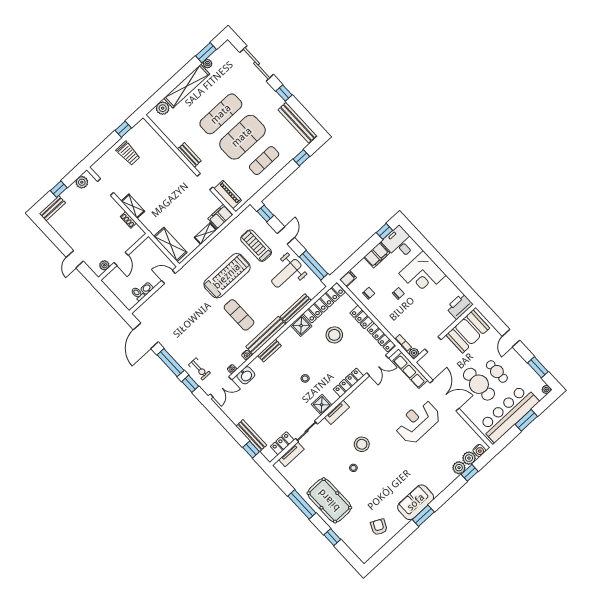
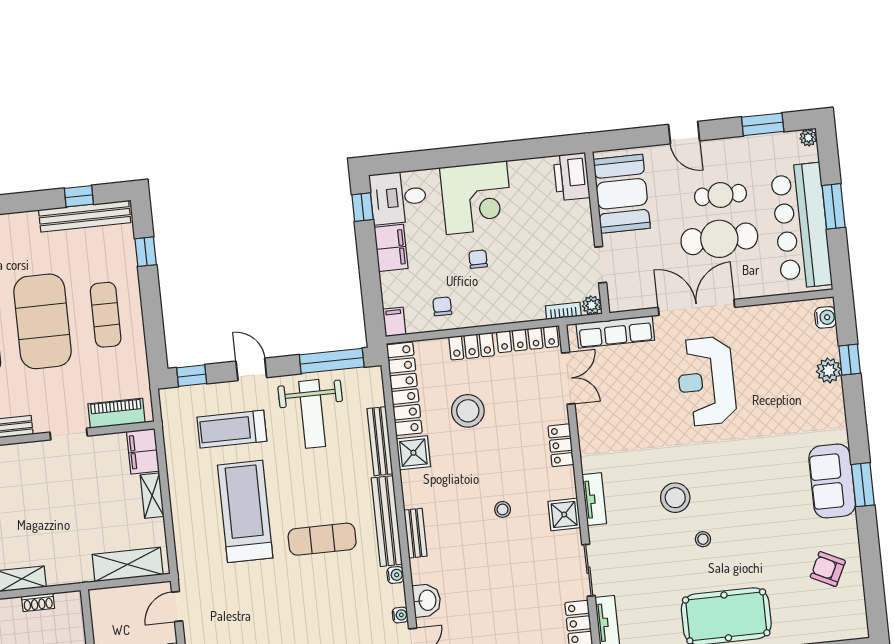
window: (284, 93) -> (79, 196), moved
locker: (348, 383) -> (561, 445), width x0.66
plant: (469, 458) -> (825, 343), removed

